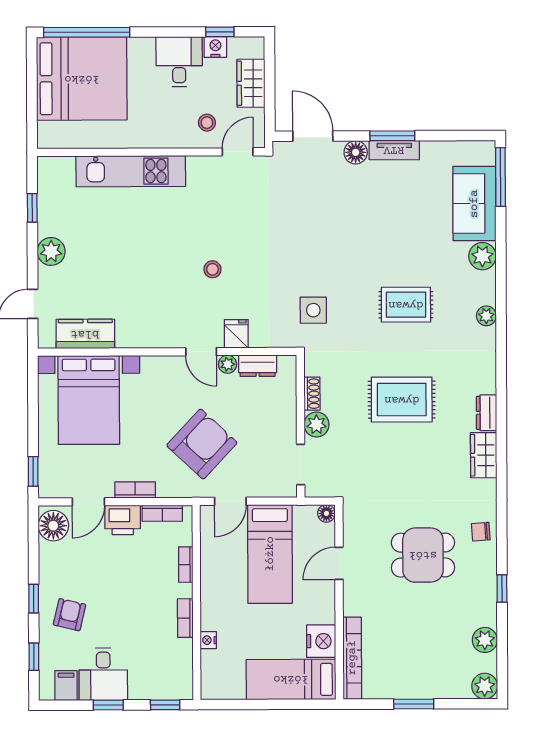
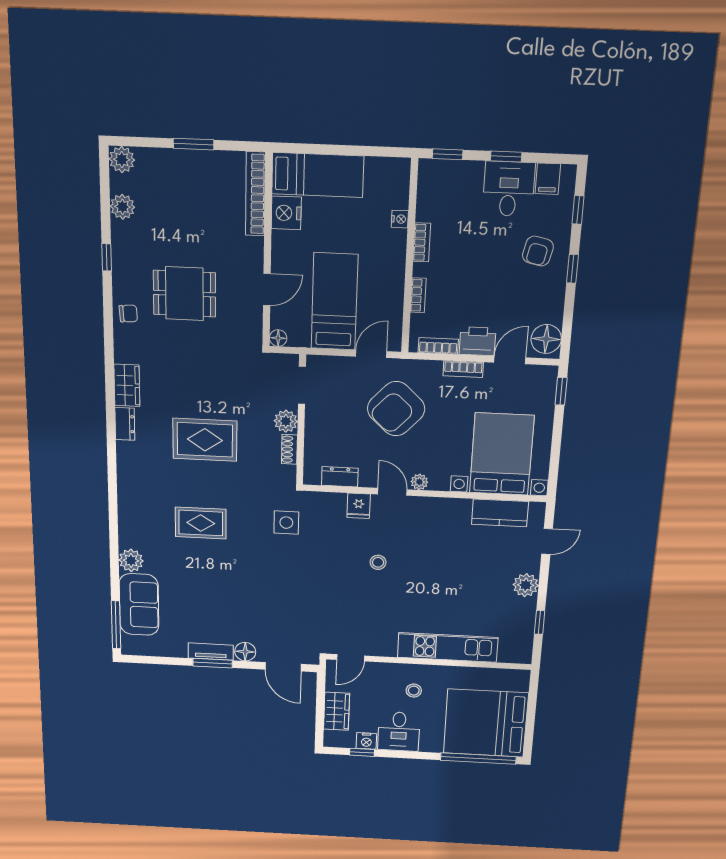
stool: (207, 123) -> (414, 691), moved
plant: (486, 316) -> (127, 510), removed
plant: (228, 364) -> (419, 482), moved

